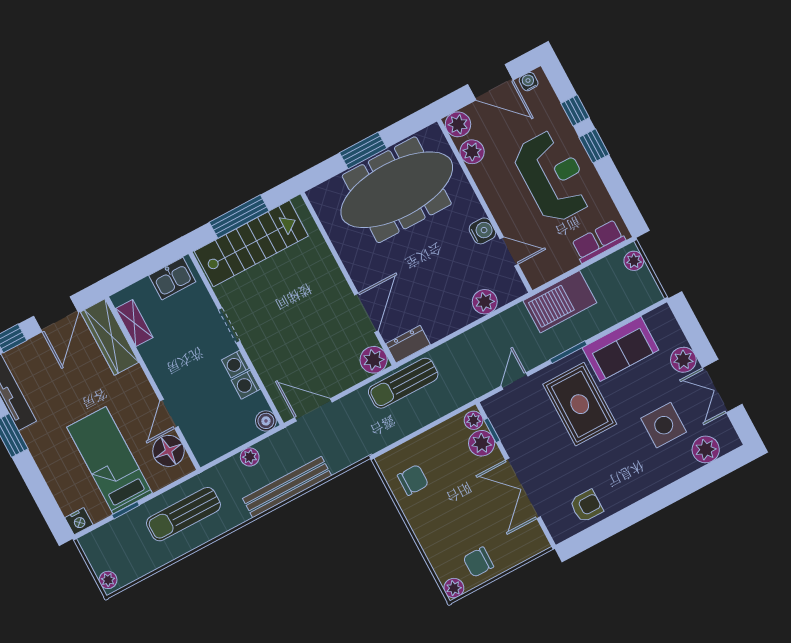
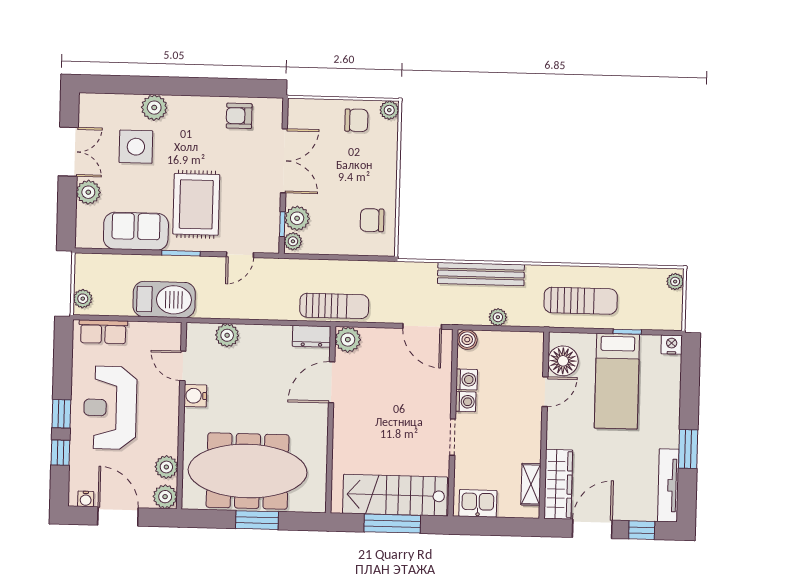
plant: (706, 449) -> (154, 108), moved

